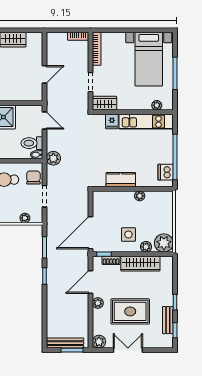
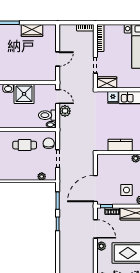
plant: (53, 158) -> (65, 111), moved
door: (91, 282) -> (95, 229), swing flipped

